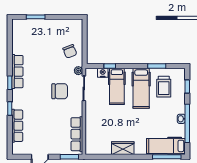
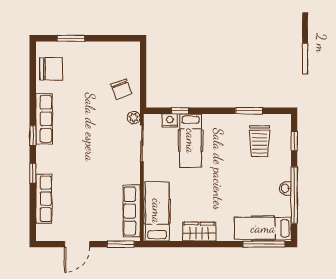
hospital bed: (141, 88) -> (157, 211), moved, turned 180
chair: (60, 91) -> (51, 69), moved

